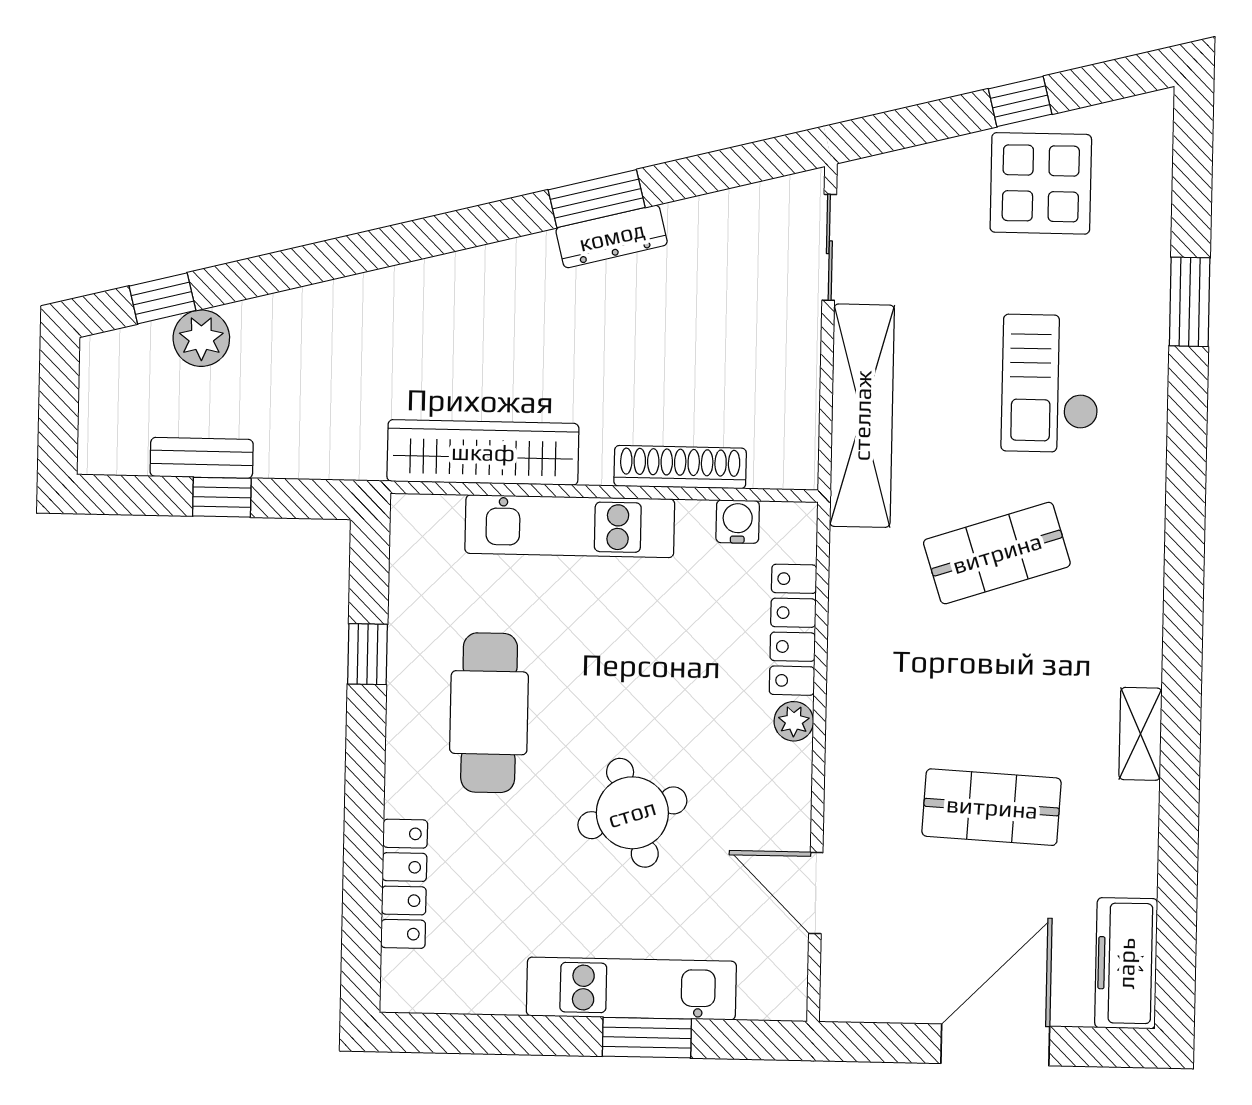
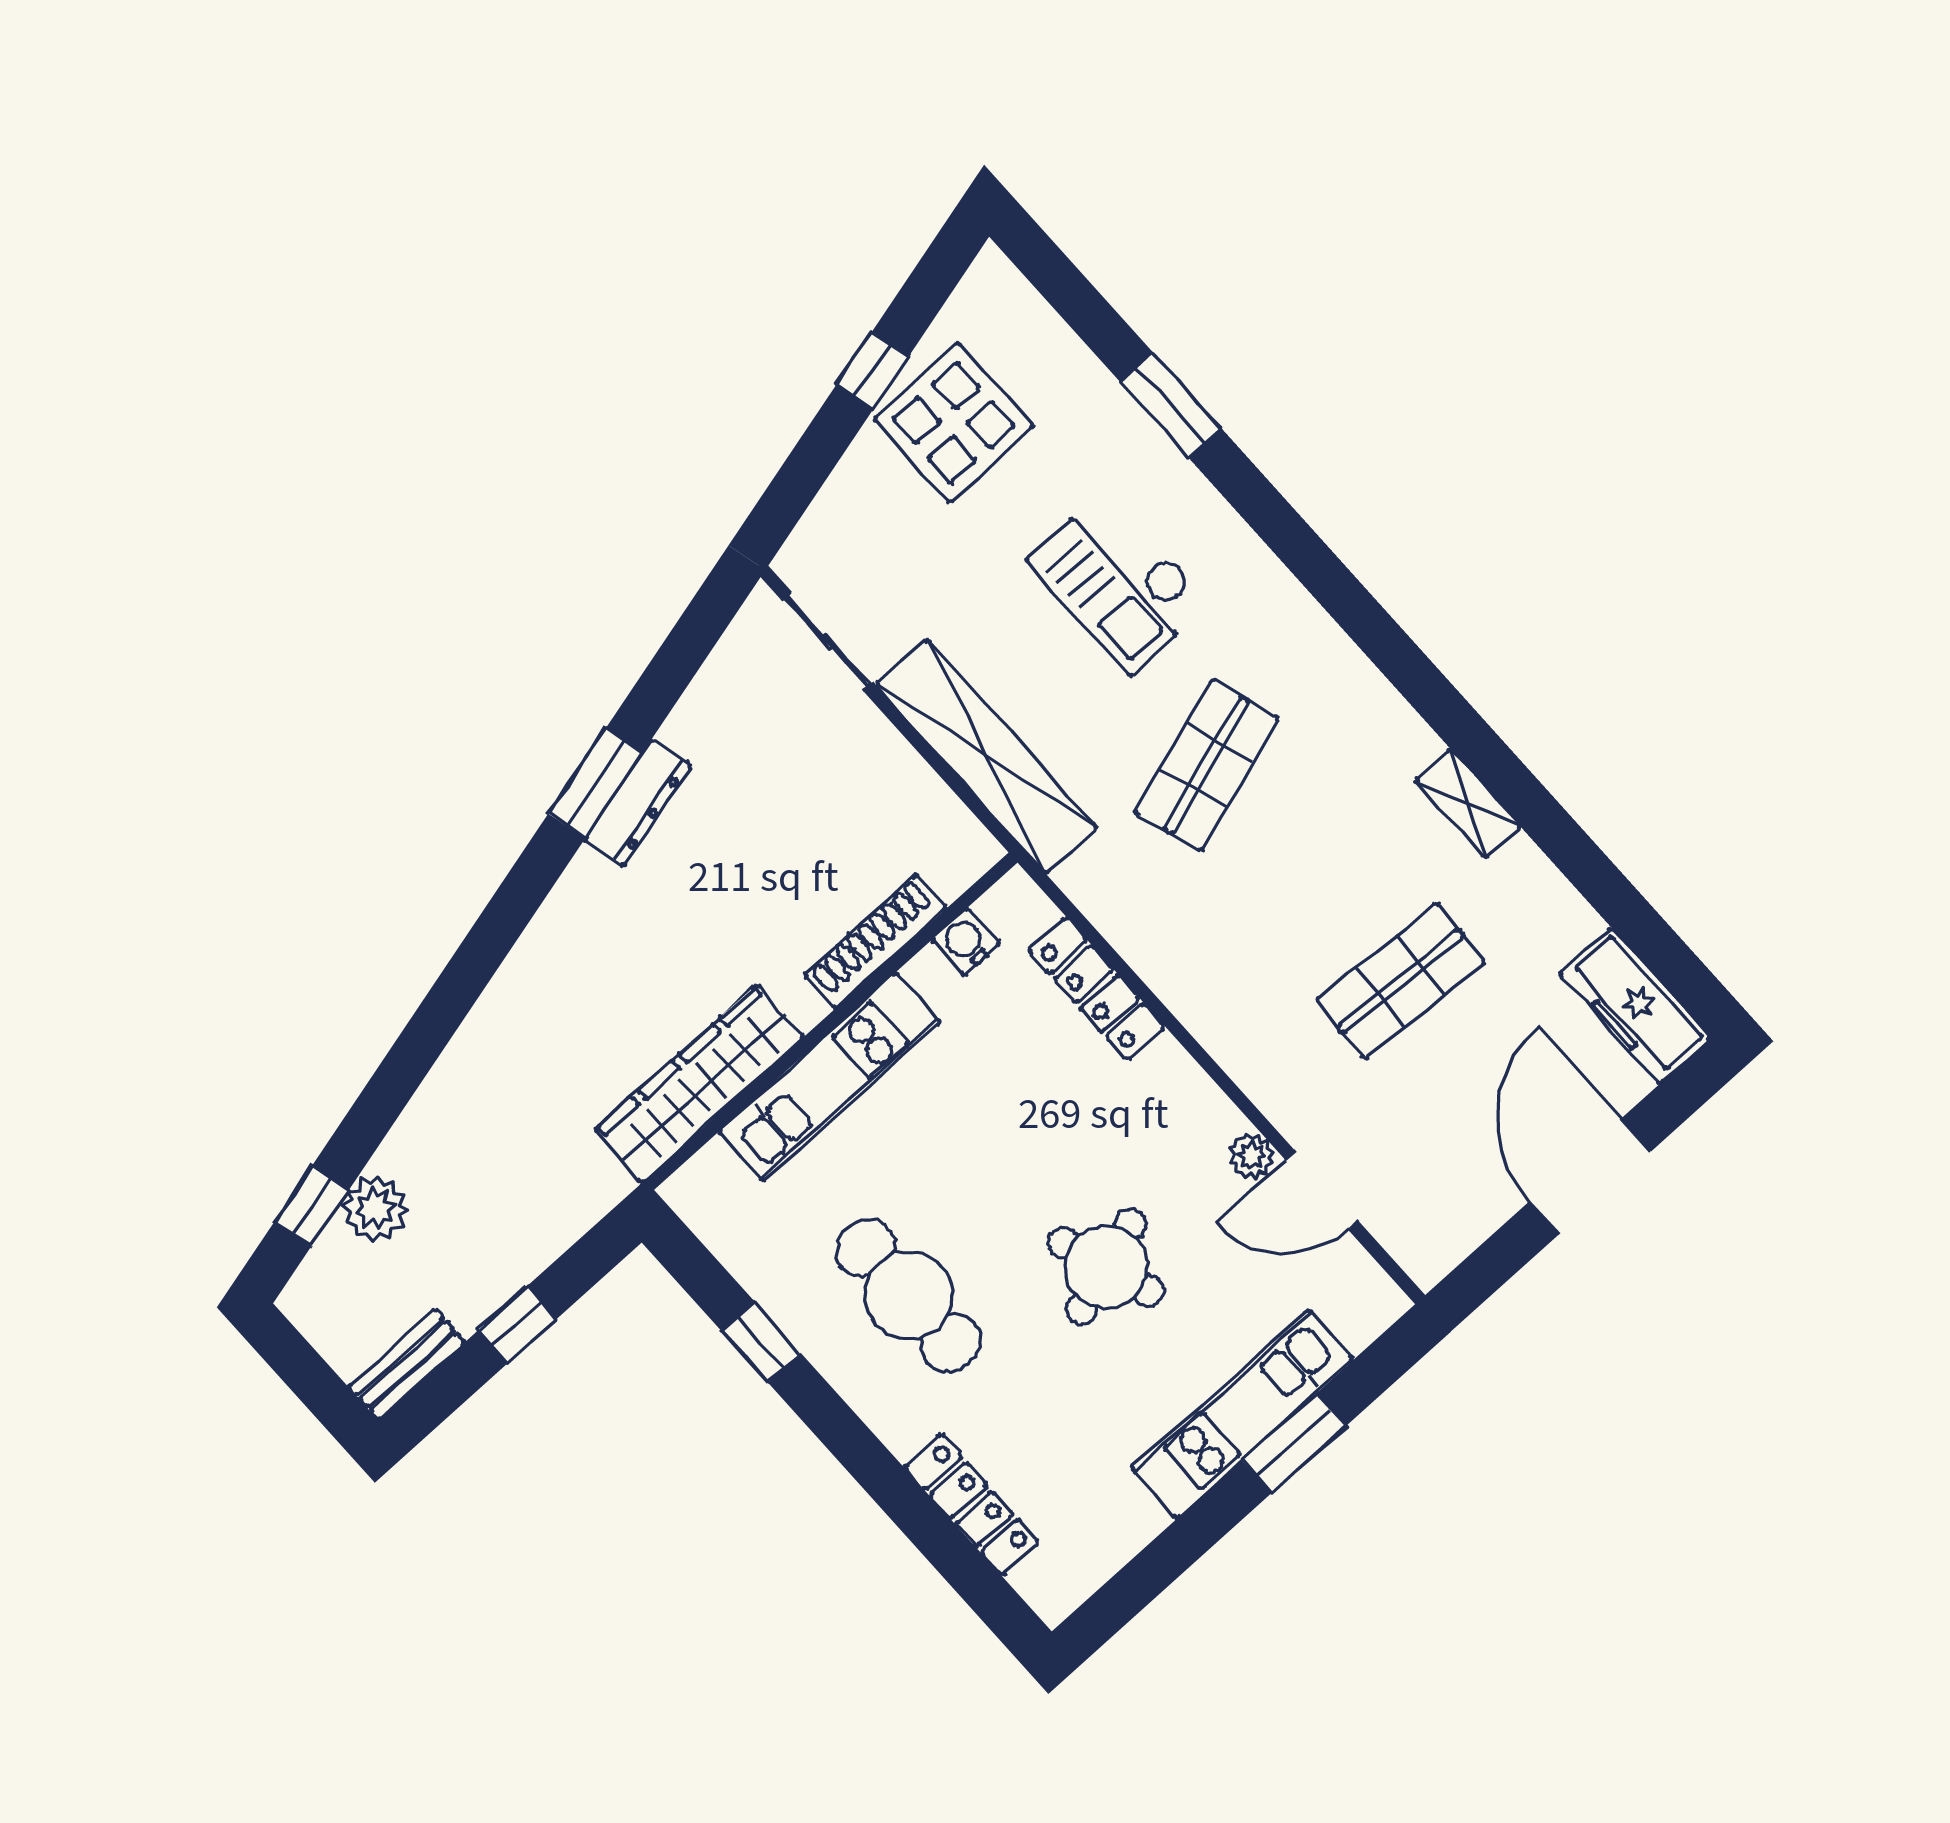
bench: (202, 458) -> (407, 1364), moved
plant: (794, 721) -> (1251, 1156), moved

